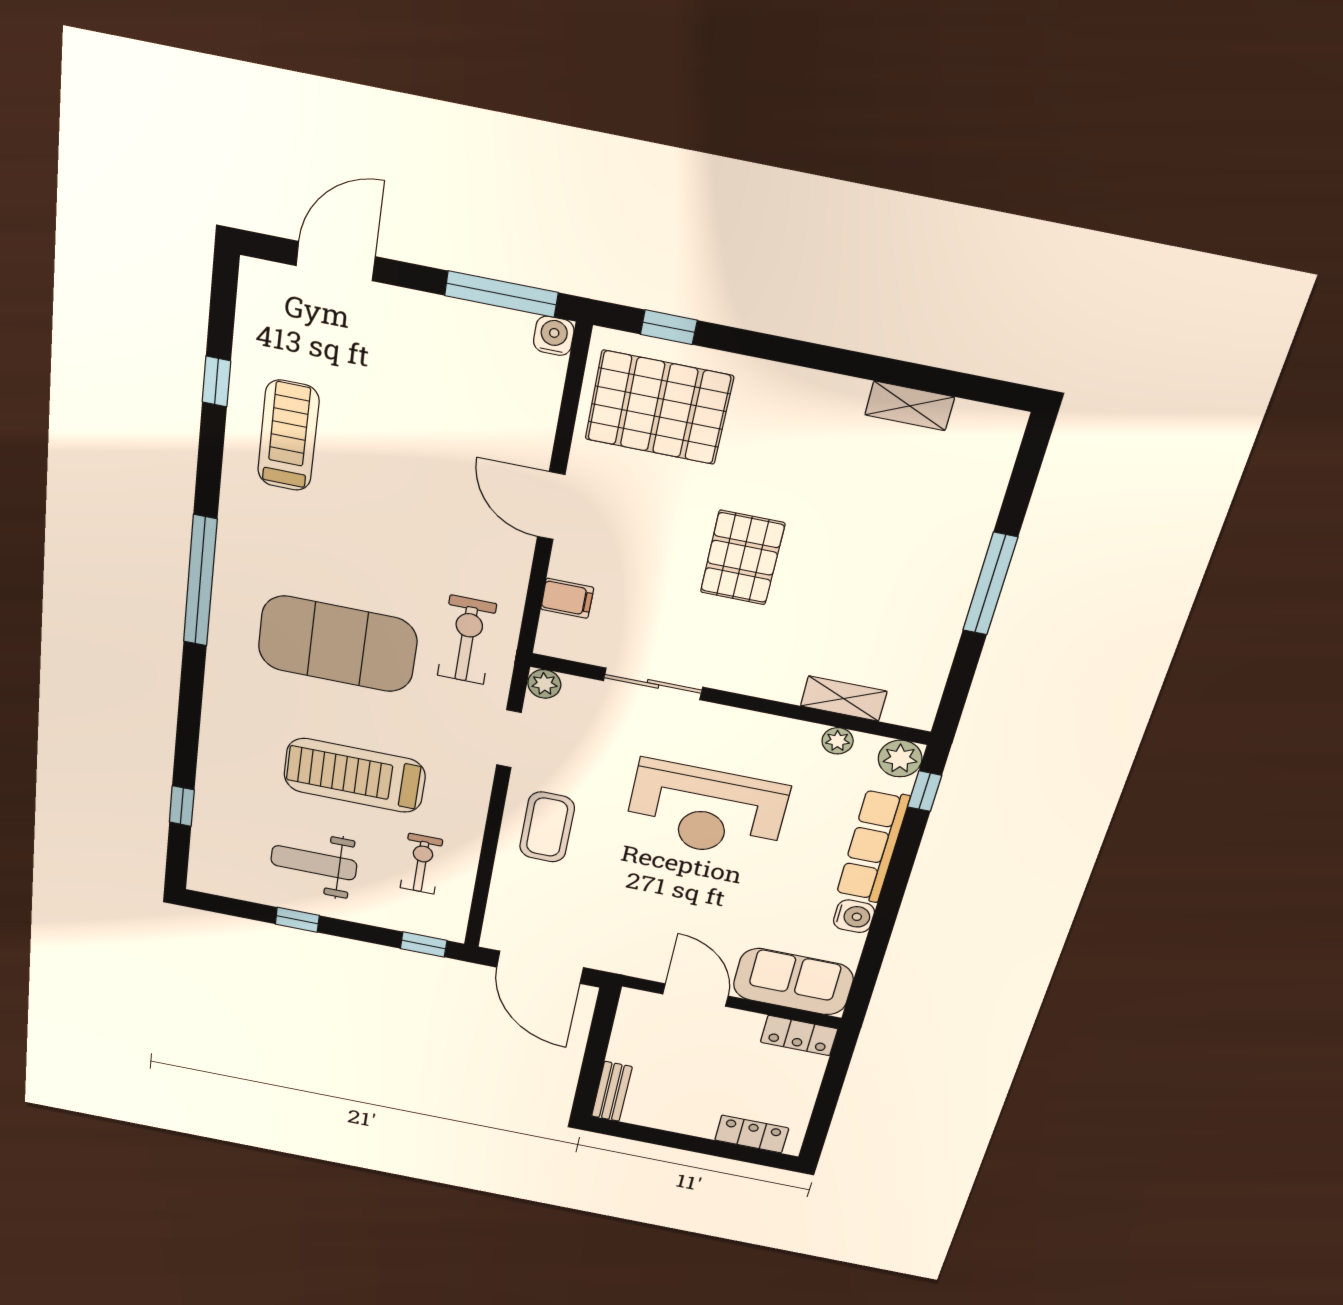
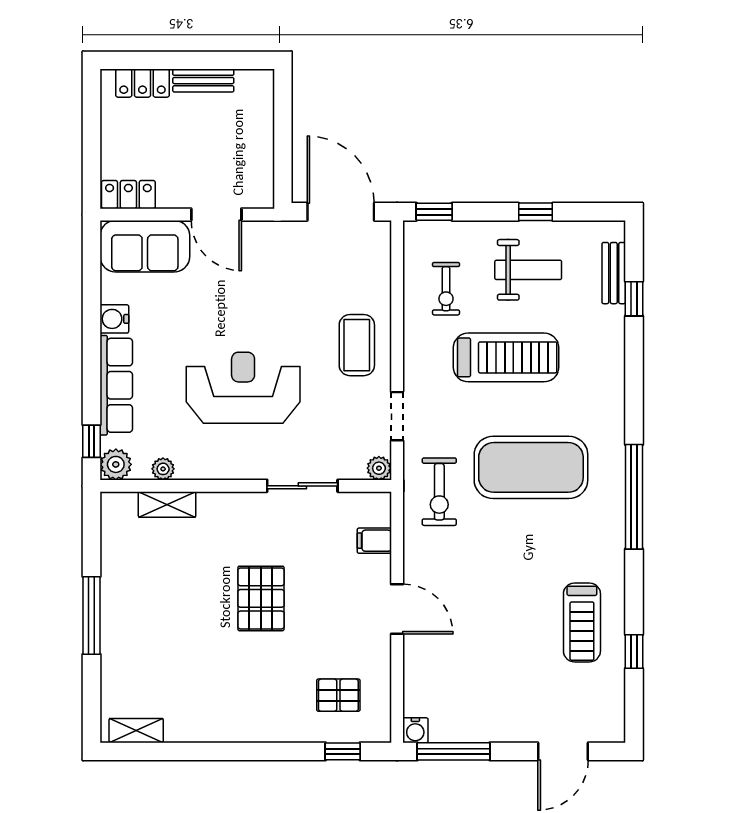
shelving: (910, 406) -> (136, 731), moved
pallet: (659, 408) -> (338, 695), width x0.49, depth x0.50
bench: (205, 838) -> (614, 273), added
bench: (612, 1091) -> (203, 81), moved, turned 90

